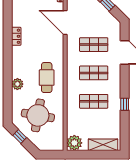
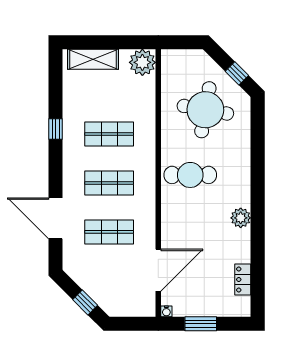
door: (65, 22) -> (158, 270), hinge flipped
locker: (16, 36) -> (243, 280), moved
cafe table: (47, 78) -> (190, 175), turned 90
plant: (17, 84) -> (241, 218), moved

